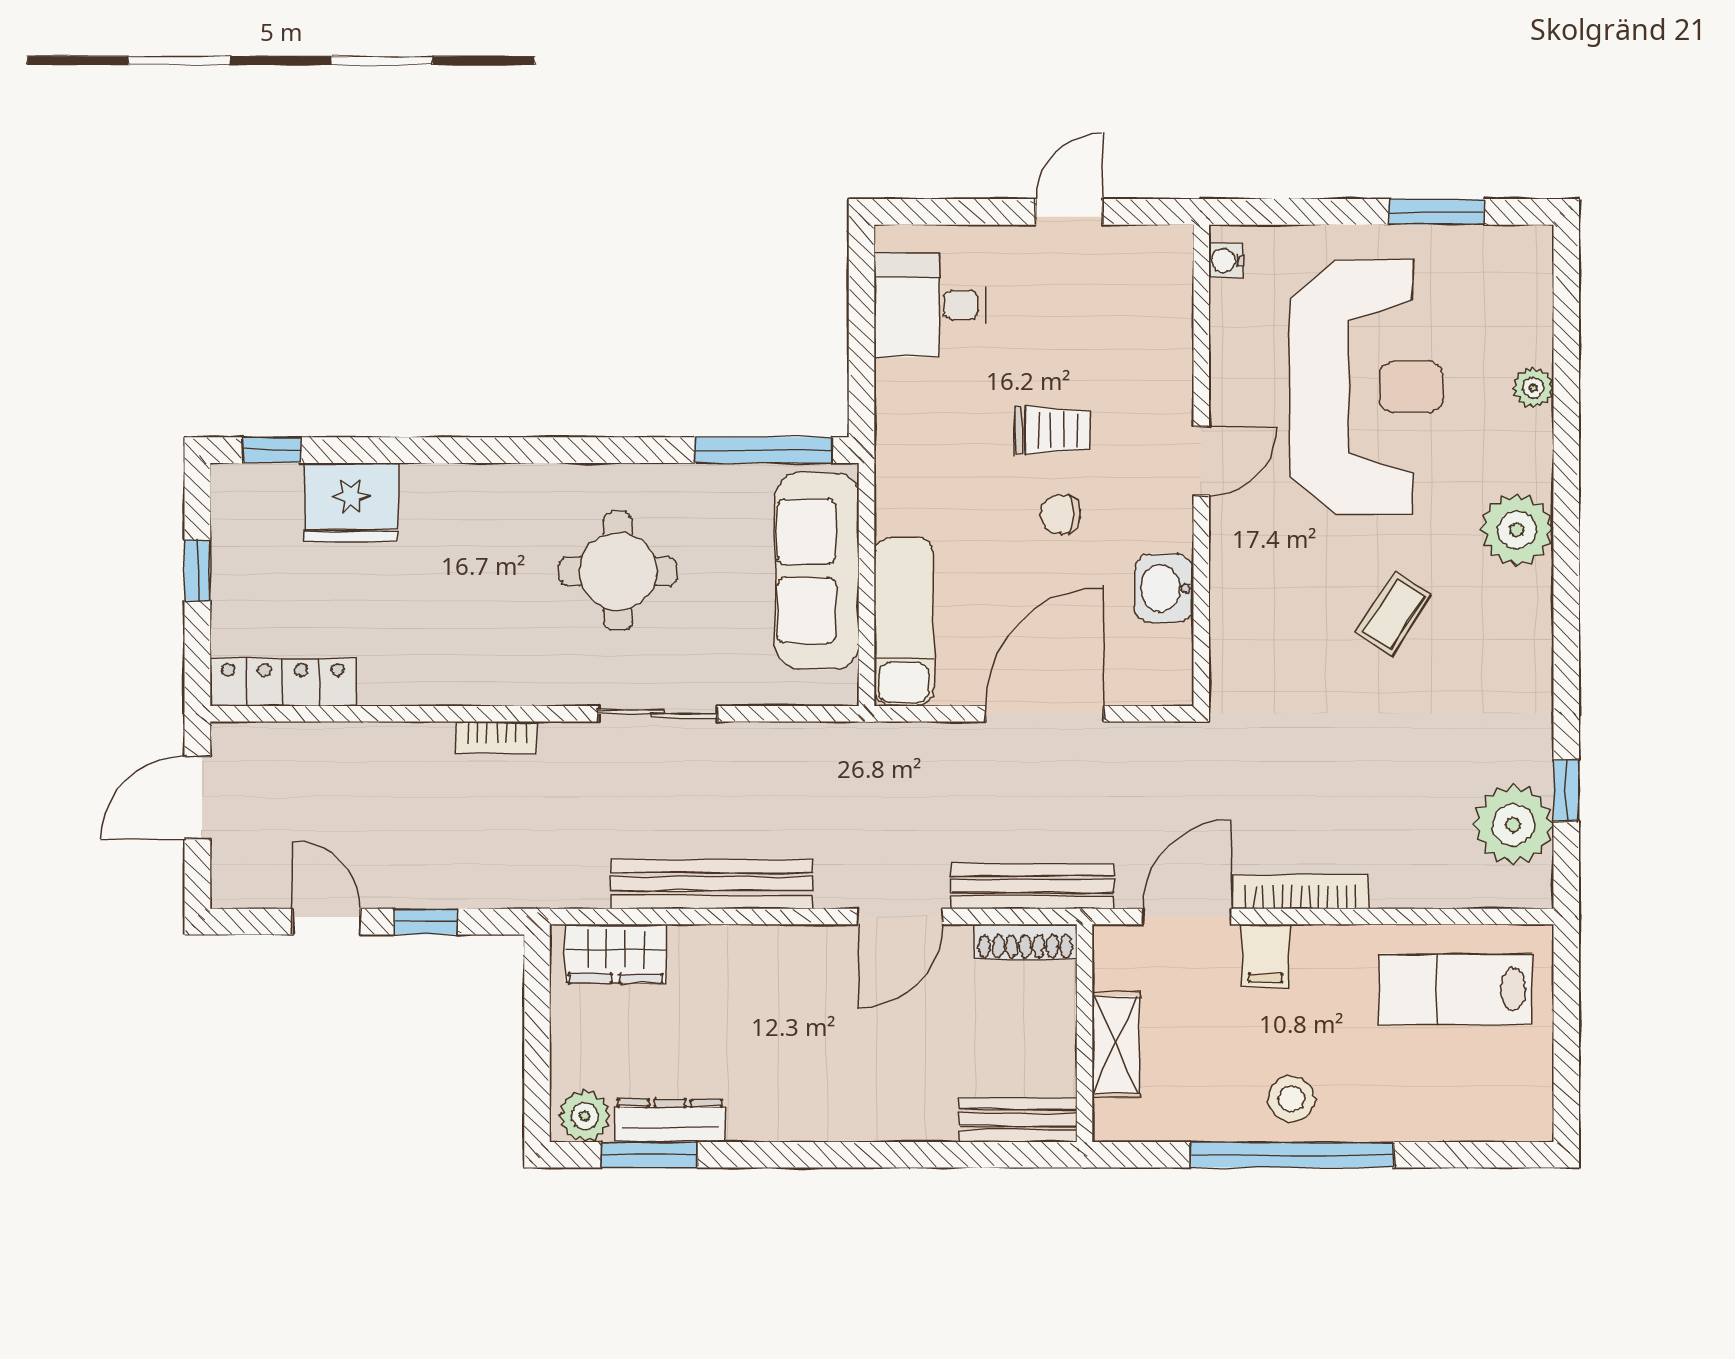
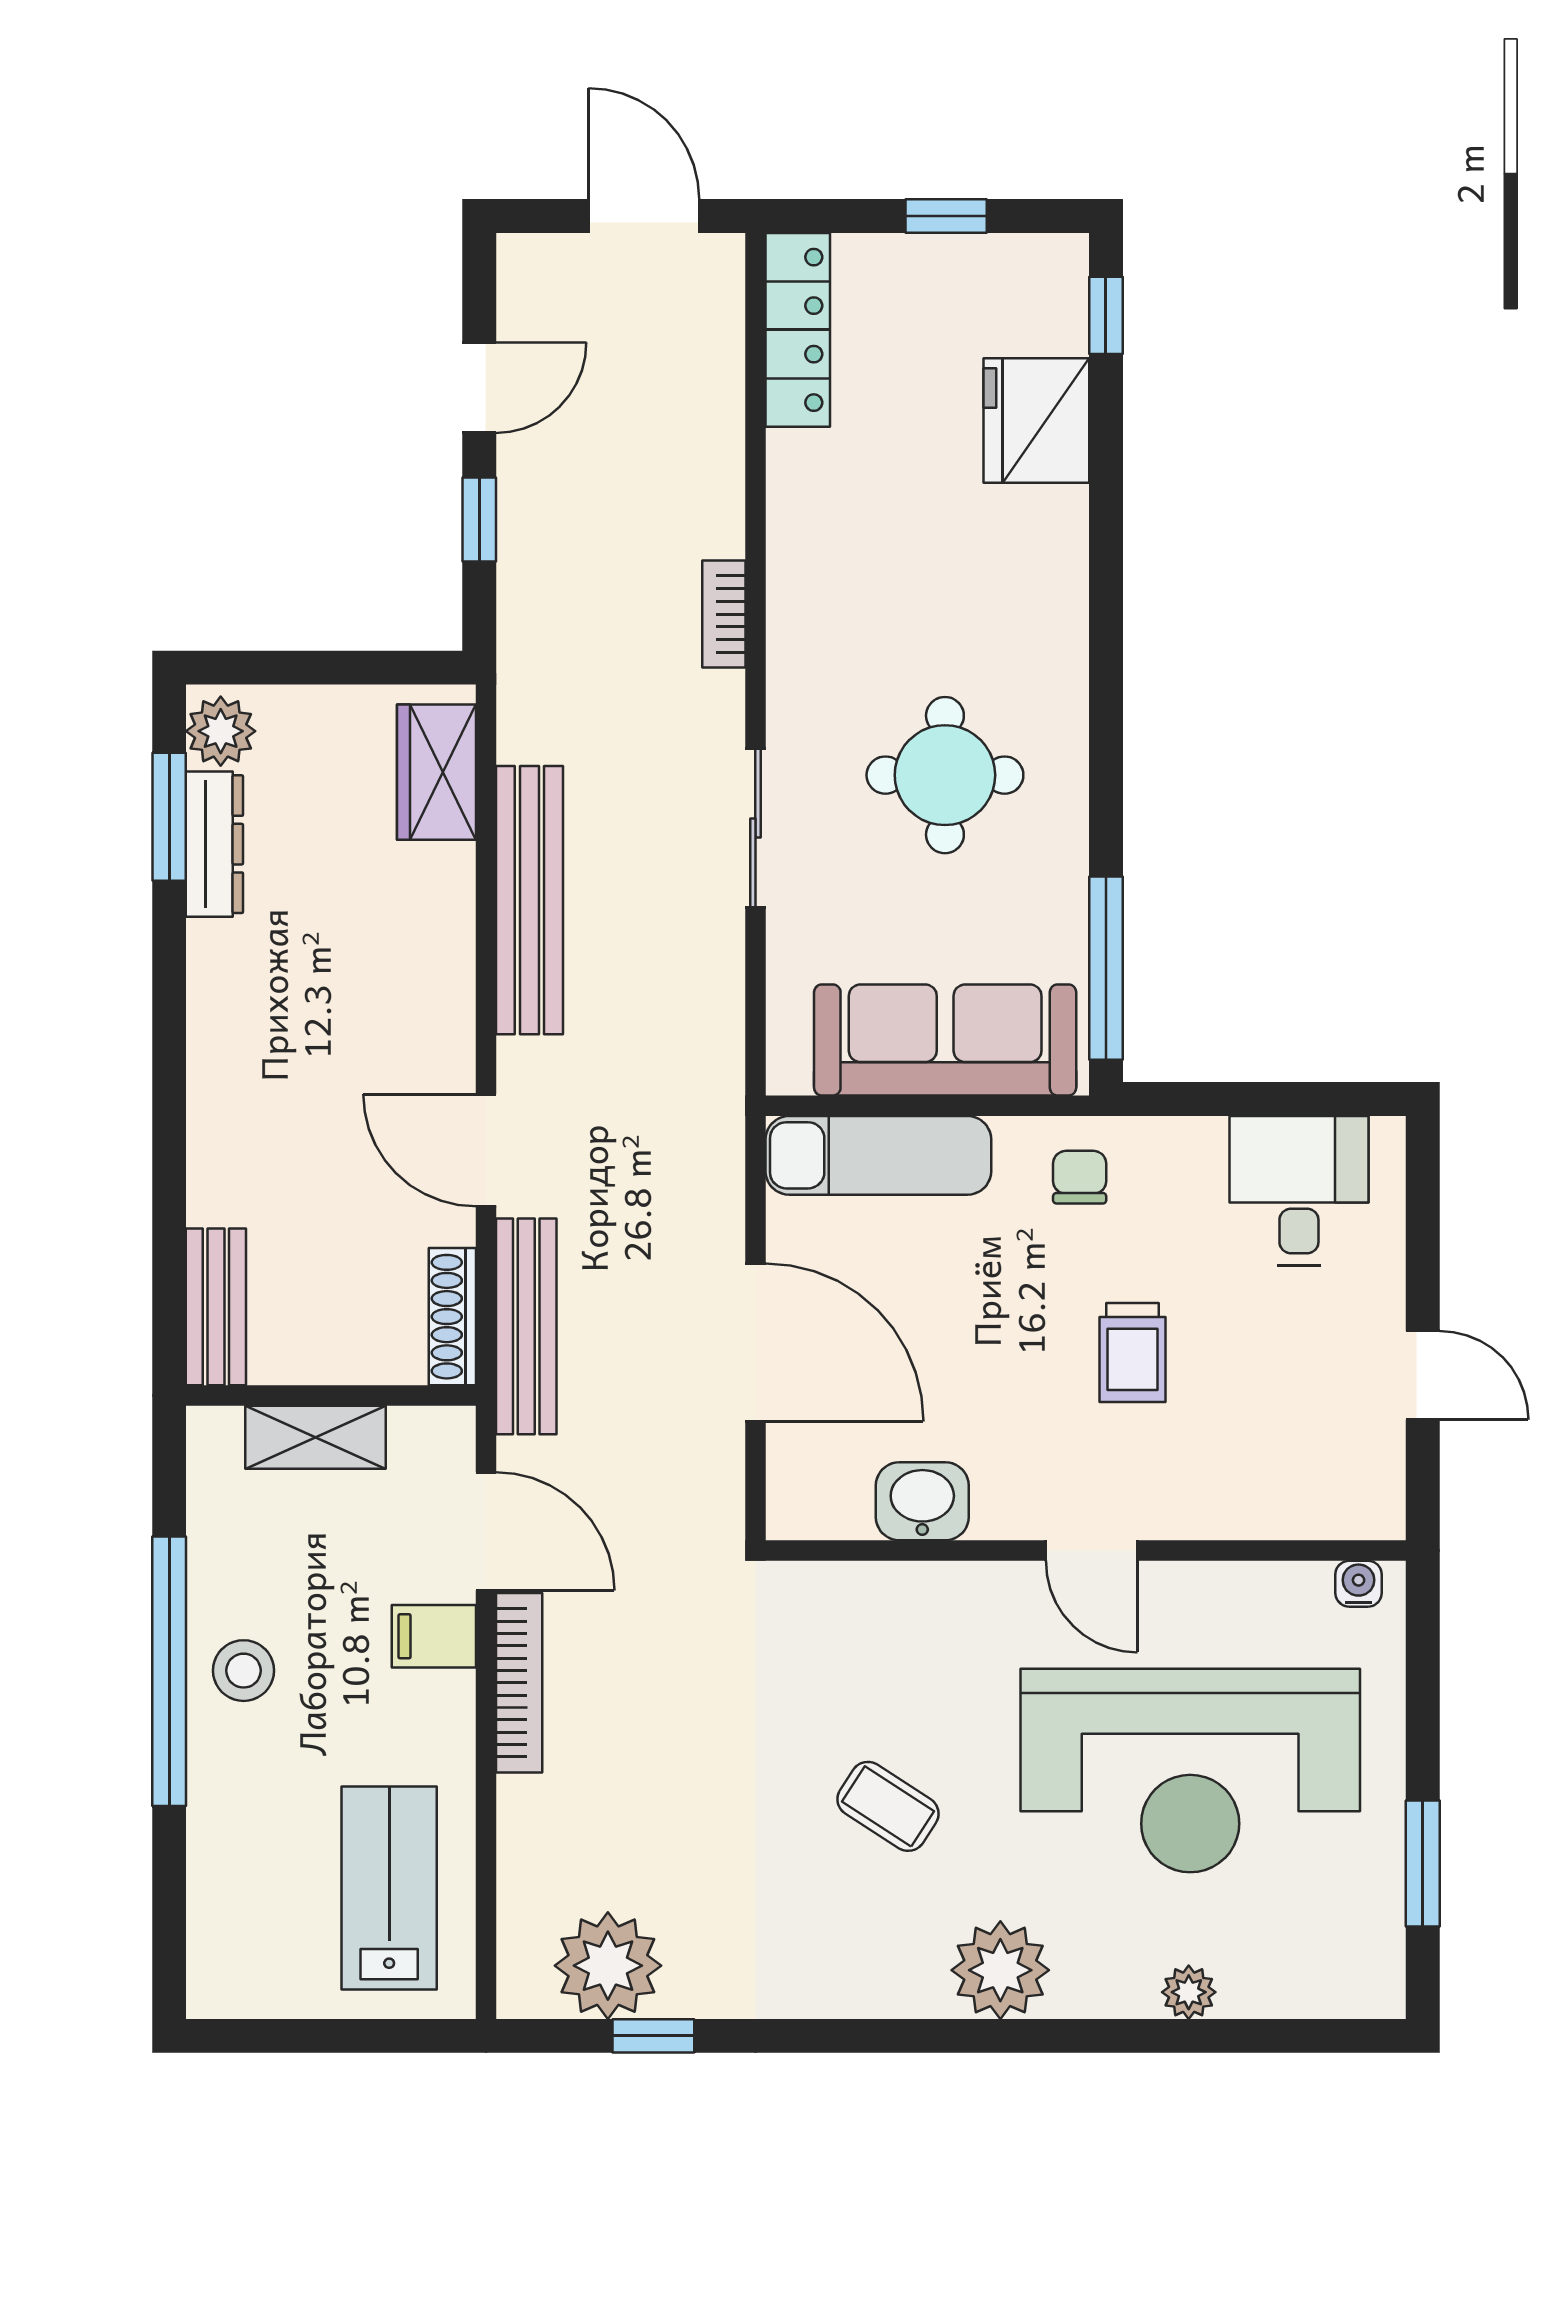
chair: (1061, 514) -> (1080, 1177), moved

